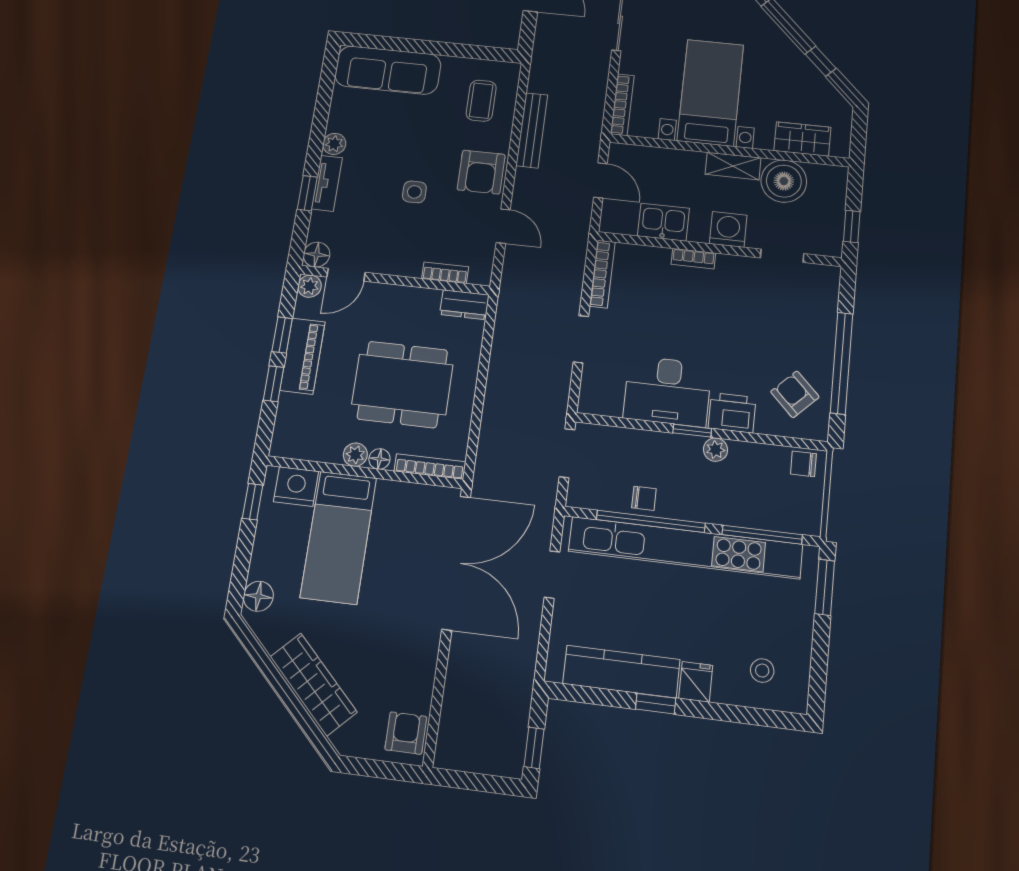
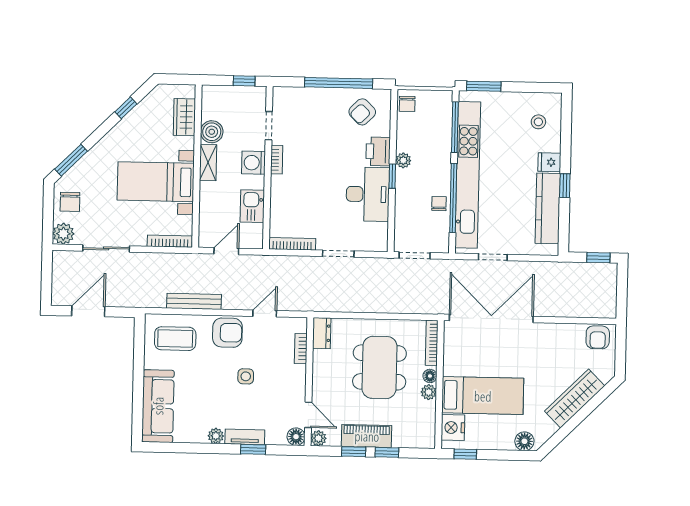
coffee table: (481, 101) -> (175, 339), width x1.36, depth x1.30
boiler: (784, 181) -> (212, 132), width x0.73, depth x0.73
bookcase: (693, 259) -> (277, 160), moved
armchair: (406, 733) -> (598, 337), turned -90

